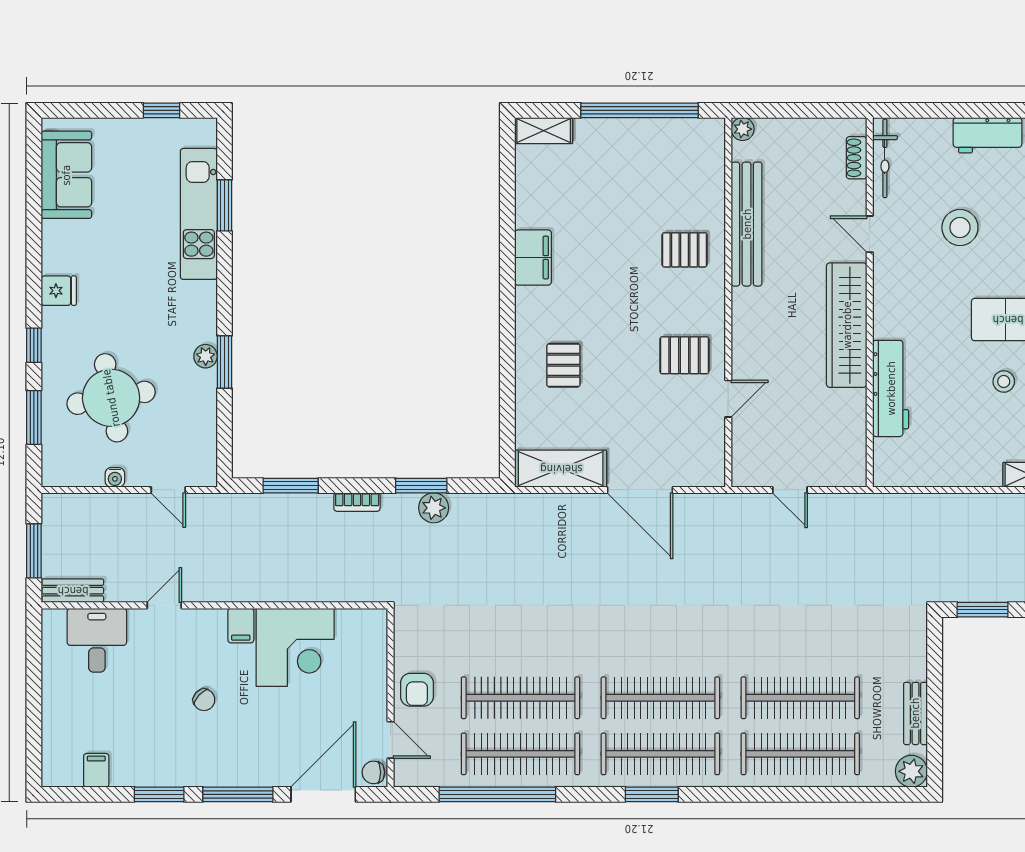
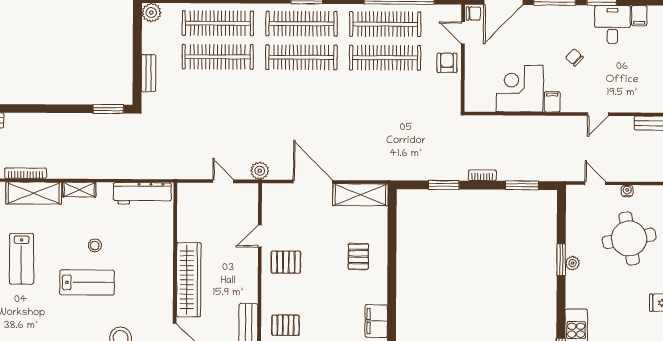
workbench: (891, 388) -> (142, 193), moved, turned -90
plant: (434, 508) -> (260, 171), moved
desk: (97, 640) -> (612, 24), moved, turned 180
bench: (915, 713) -> (149, 73), moved

